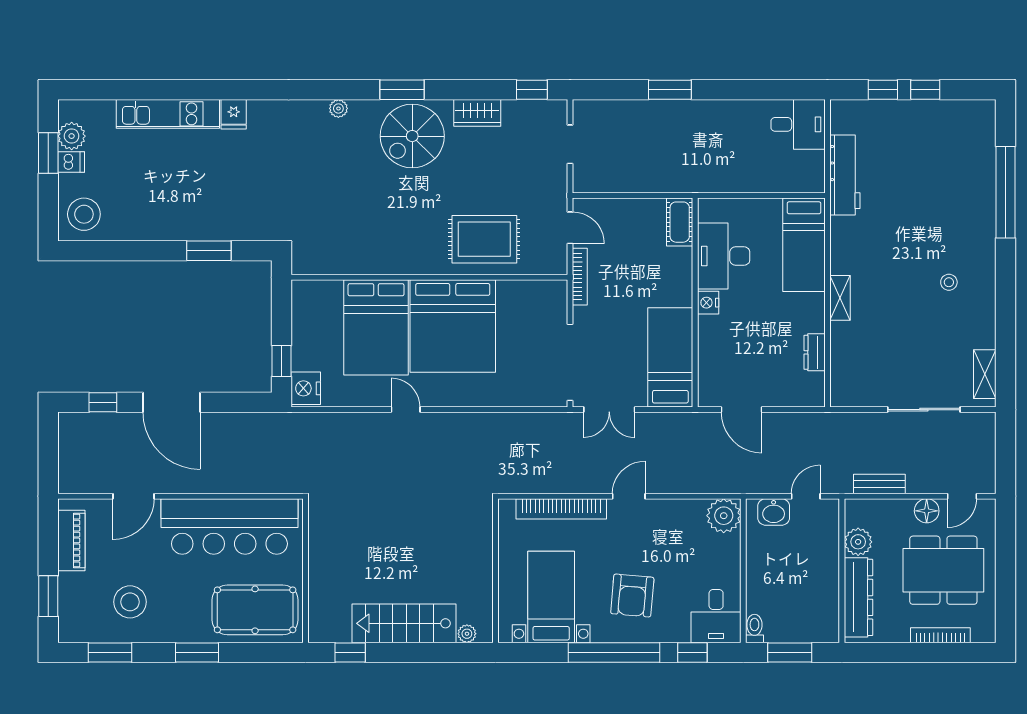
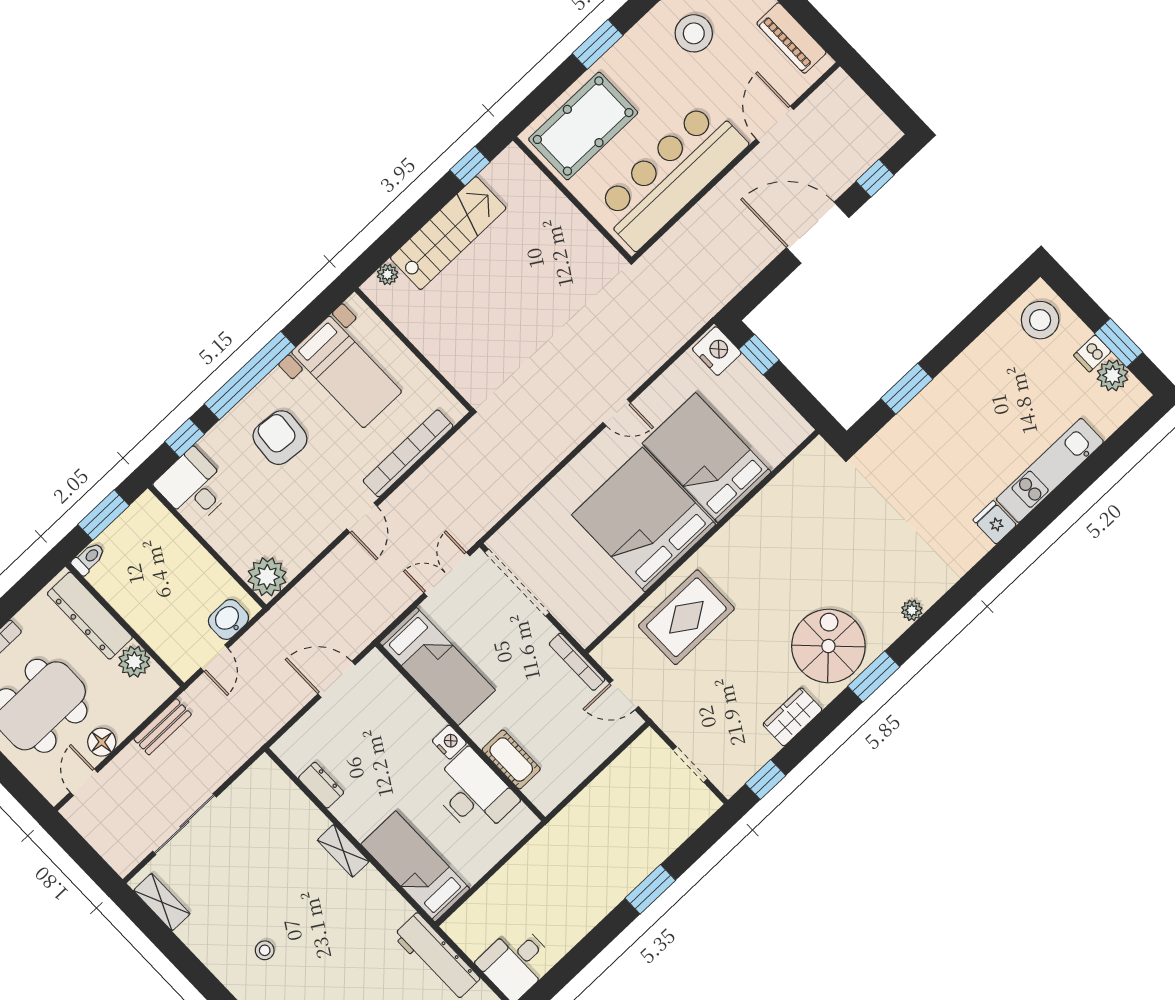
cot: (680, 222) -> (511, 759), moved
toilet: (754, 629) -> (89, 559), moved, turned -90

